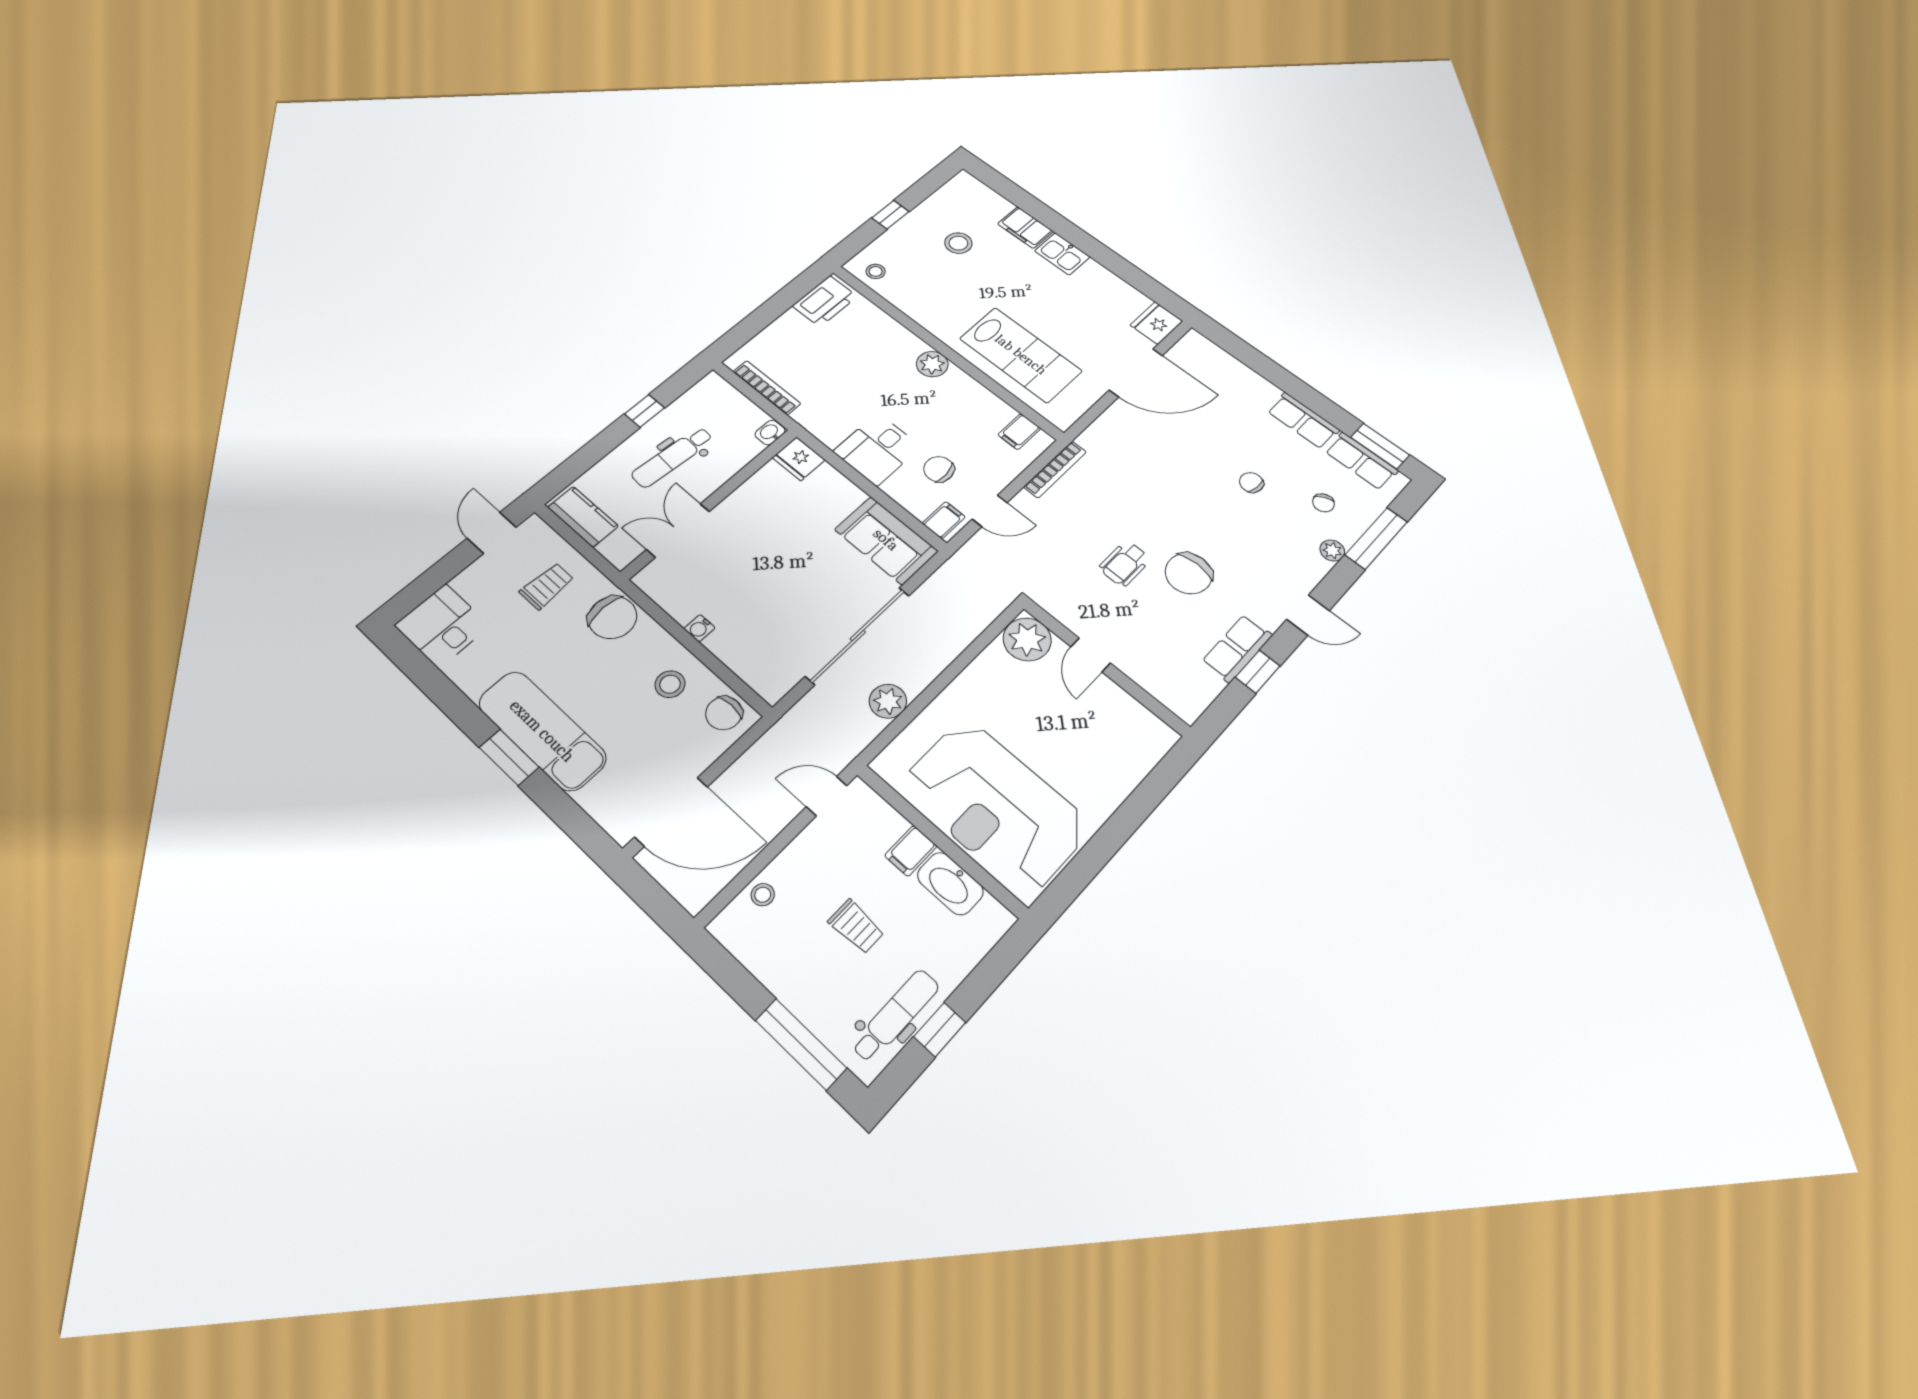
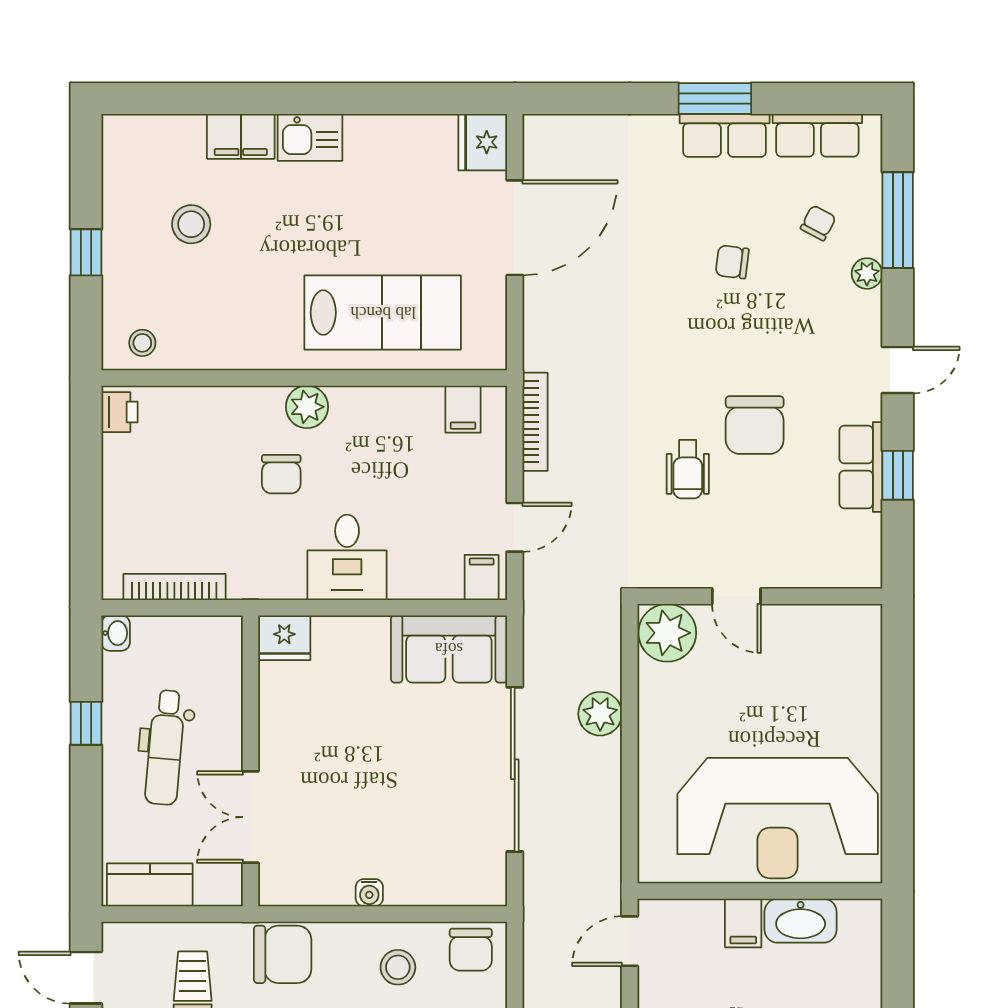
printer: (825, 301) -> (119, 412), width x0.53, depth x0.68
washbasin: (770, 433) -> (116, 633), moved, turned 180
window: (1380, 446) -> (715, 98), moved
chair: (939, 469) -> (281, 474), moved, turned -85
chair: (1323, 503) -> (818, 223), turned -124
plant: (888, 701) -> (600, 714), moved

